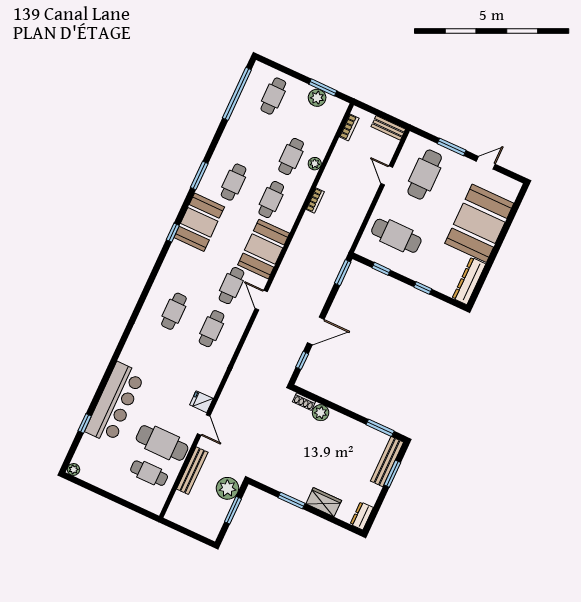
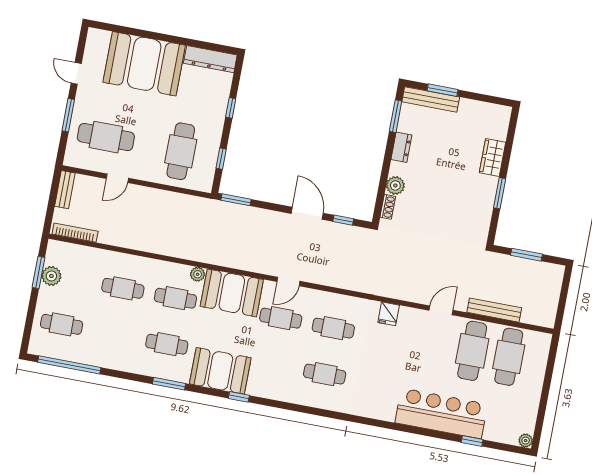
bookcase: (349, 127) -> (75, 233), width x1.56
plant: (315, 164) -> (198, 274), moved
bookcase: (315, 201) -> (165, 250), removed
fridge: (201, 402) -> (389, 314), moved
cafe table: (149, 473) -> (509, 357), width x1.37, depth x1.35
plant: (227, 488) -> (504, 267), removed
dresser: (362, 516) -> (401, 147), moved, turned -90

